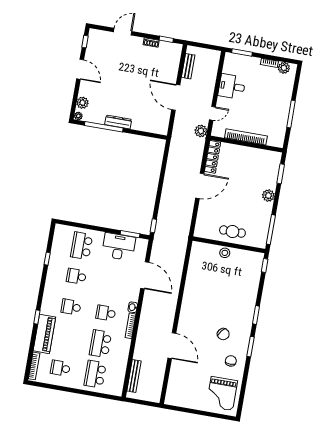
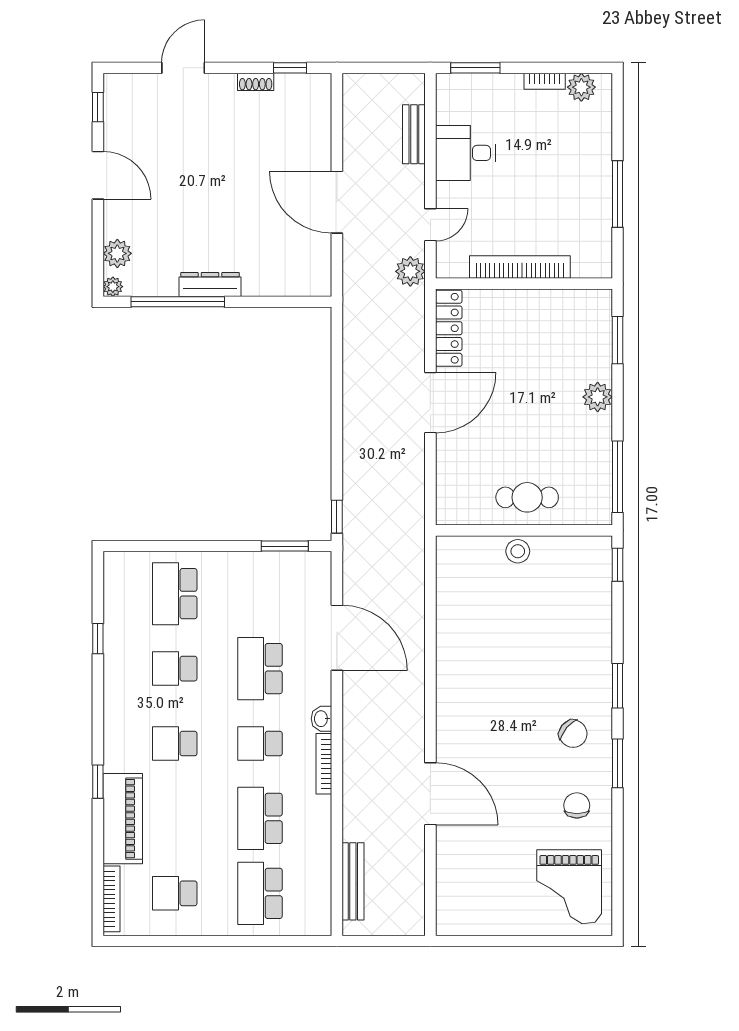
bench: (188, 66) -> (414, 134), moved
desk: (119, 247) -> (263, 581), removed
school desk: (111, 282) -> (260, 669), added
chair: (223, 334) -> (573, 734), moved

